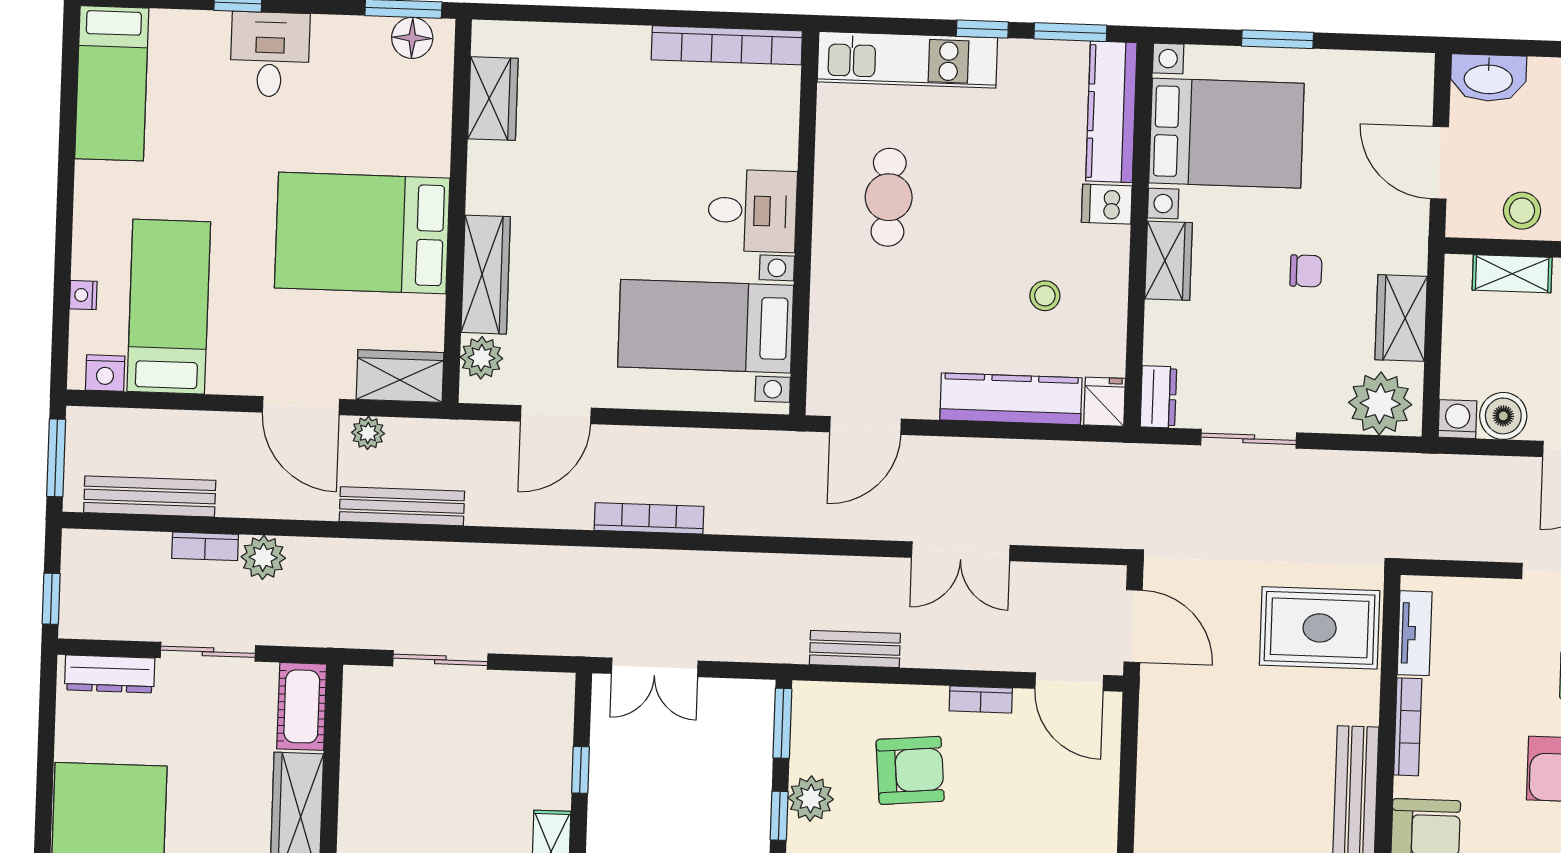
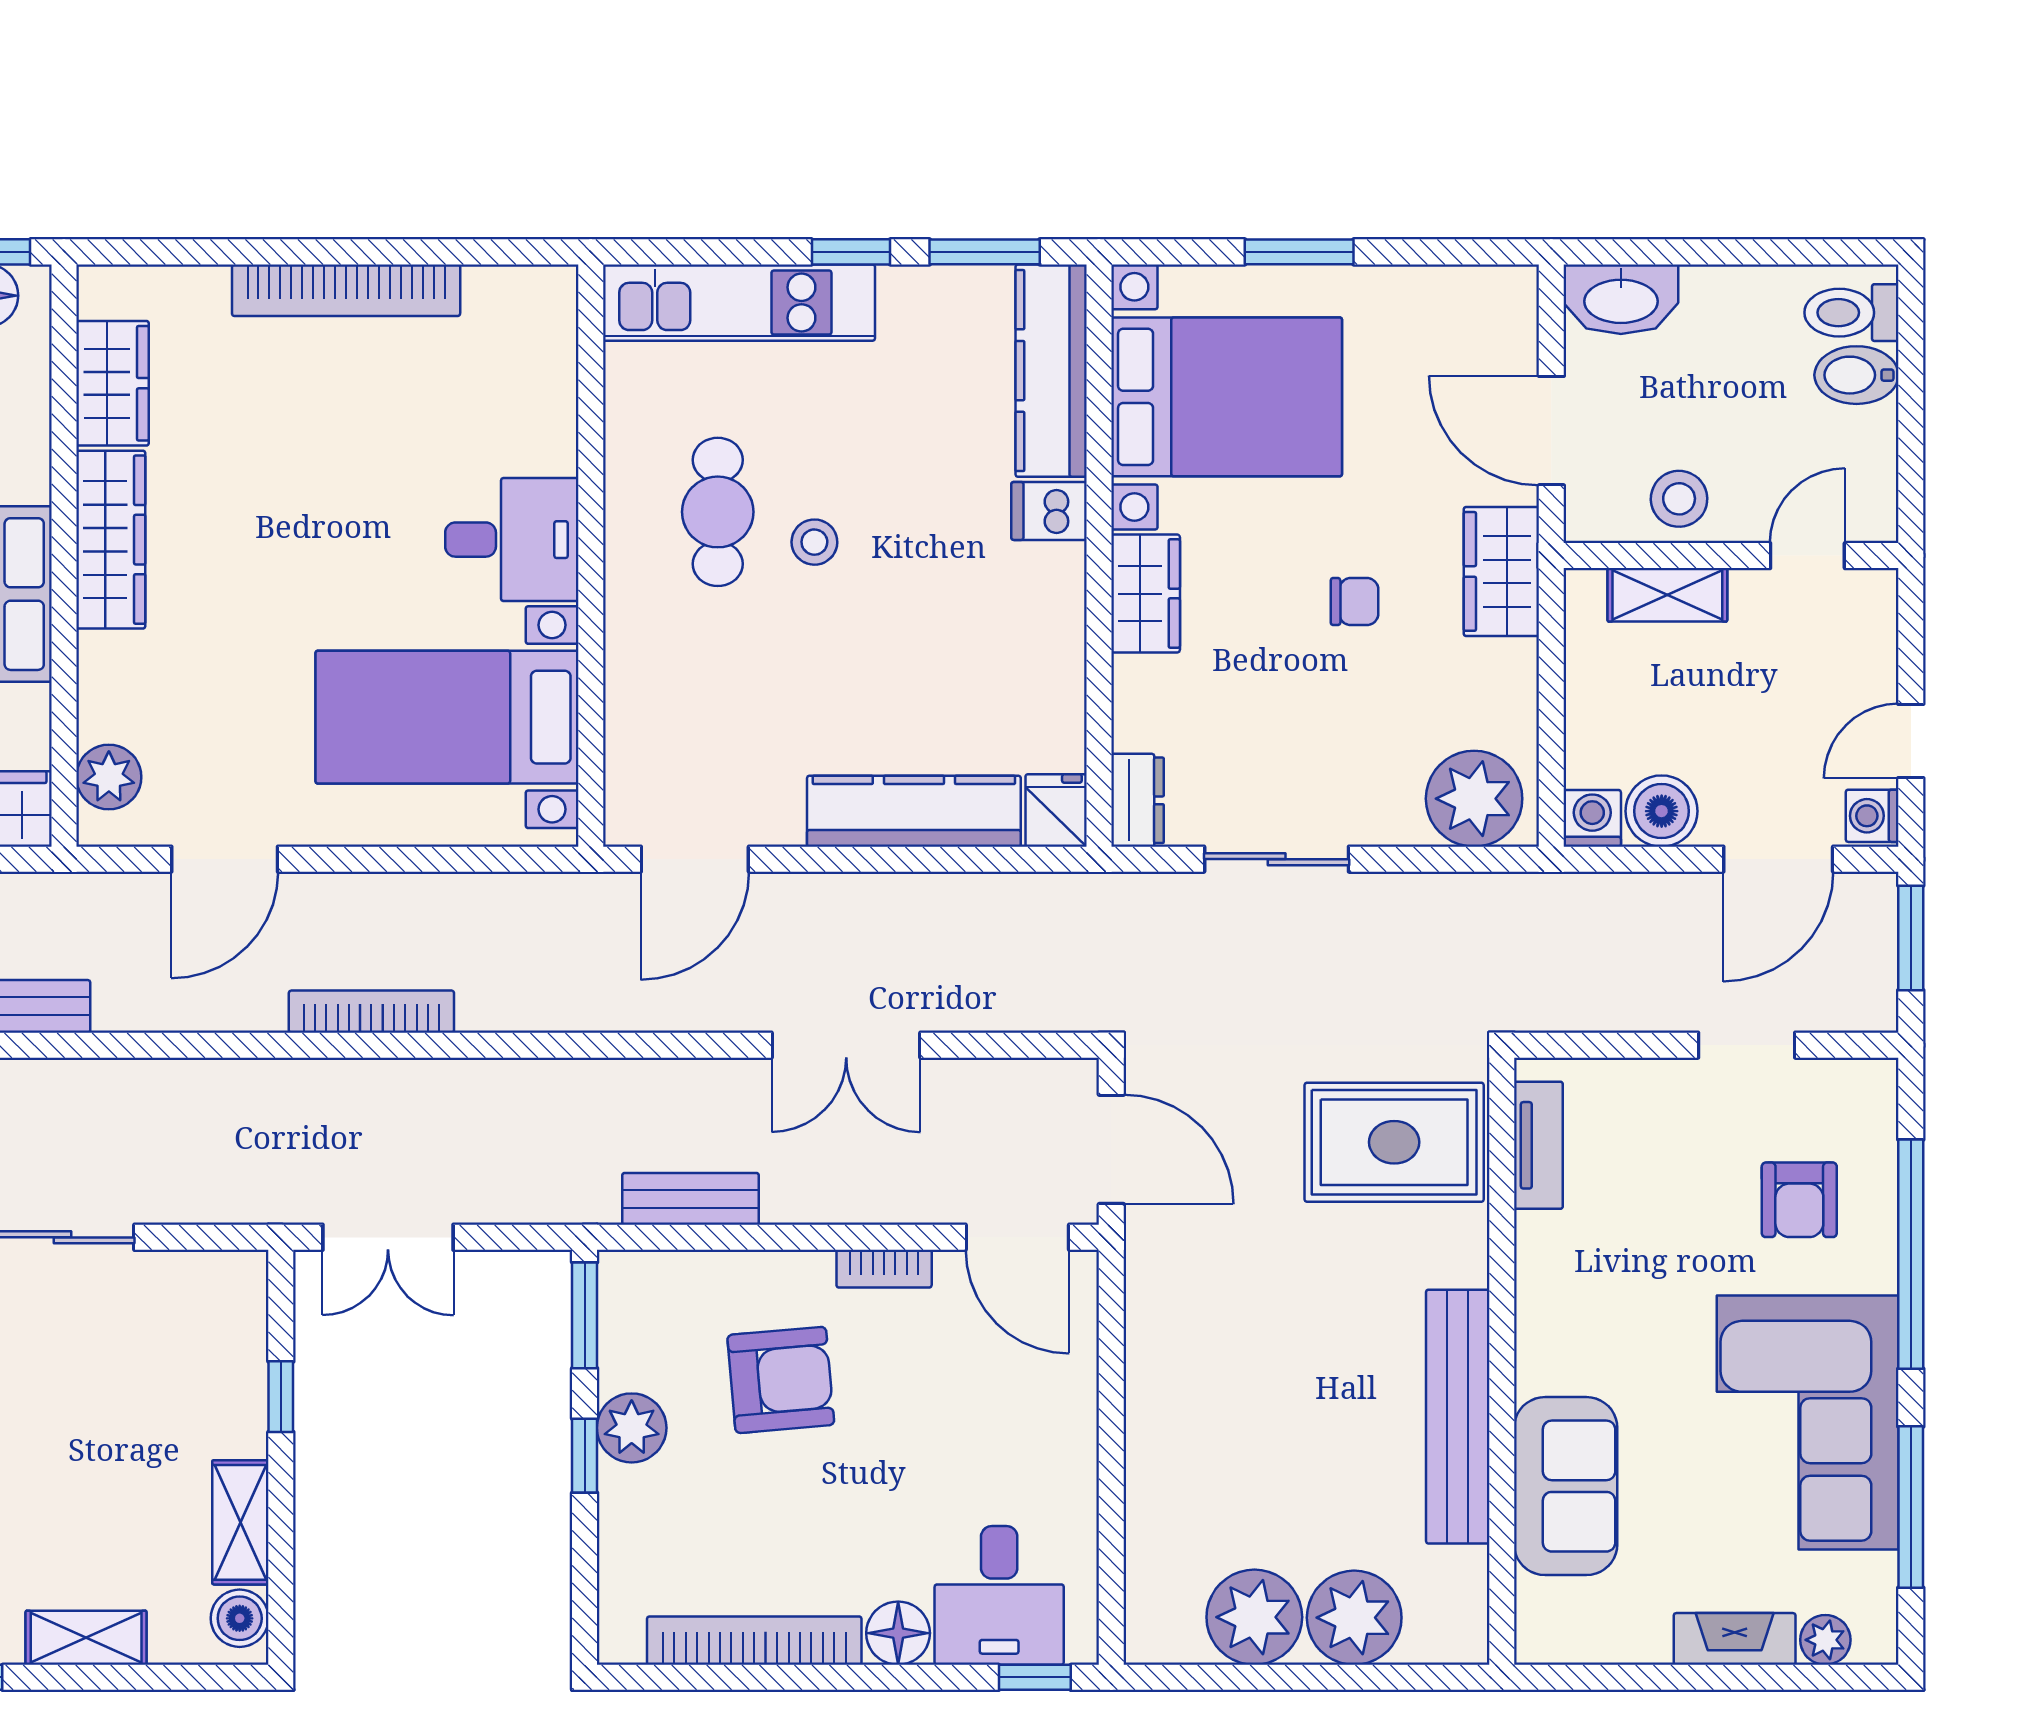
bookcase: (727, 45) -> (346, 290), moved
wardrobe: (486, 275) -> (111, 540), moved
stool: (1045, 296) -> (814, 542), moved
wardrobe: (1401, 318) -> (1501, 571), moved
bookcase: (1408, 727) -> (1533, 1288), removed

